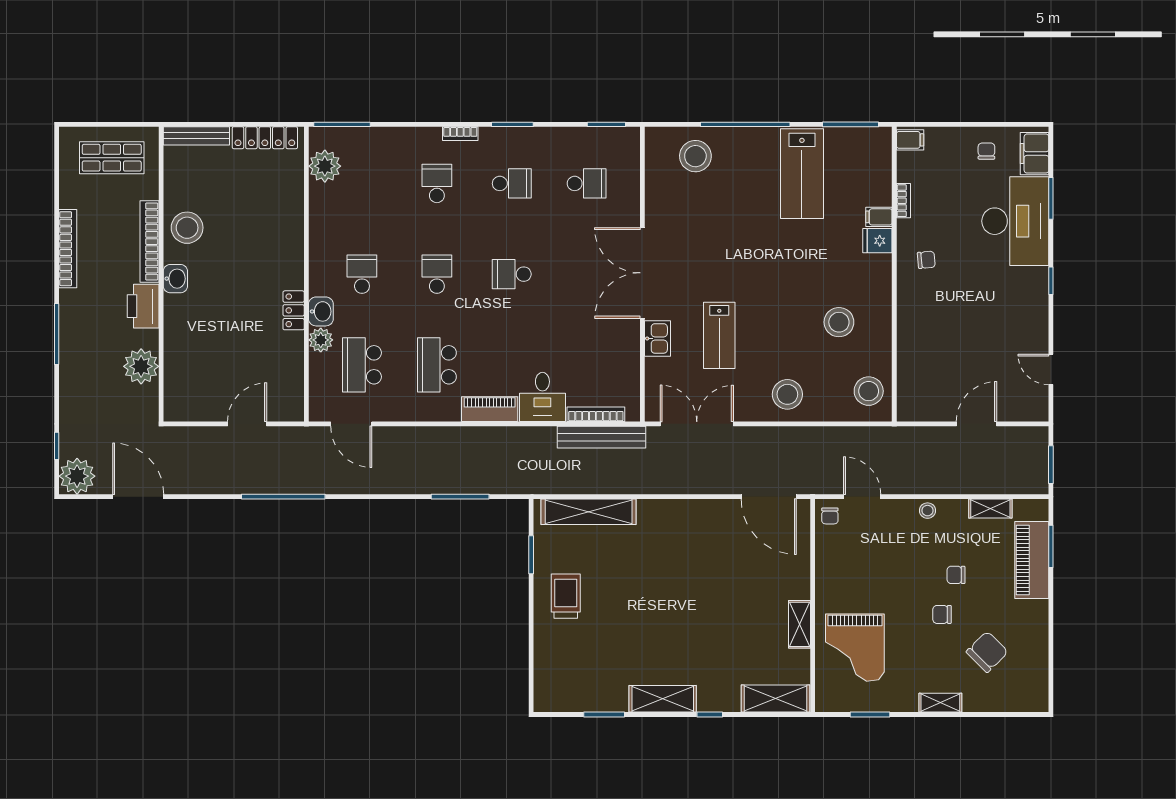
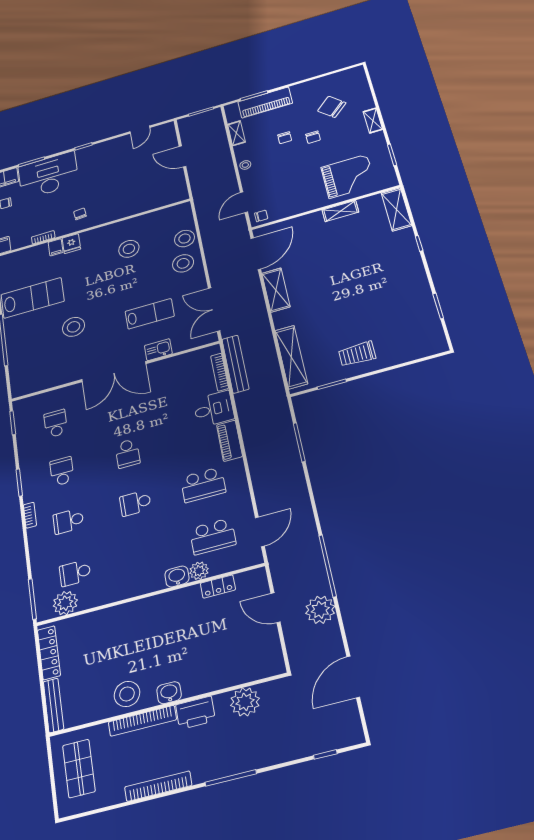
stool: (695, 156) -> (74, 327), moved
school desk: (362, 274) -> (75, 573), moved
locker: (294, 310) -> (218, 586), moved
stool: (869, 391) -> (184, 239), moved
plant: (77, 476) -> (320, 610), moved
shelving: (663, 699) -> (276, 290), moved

